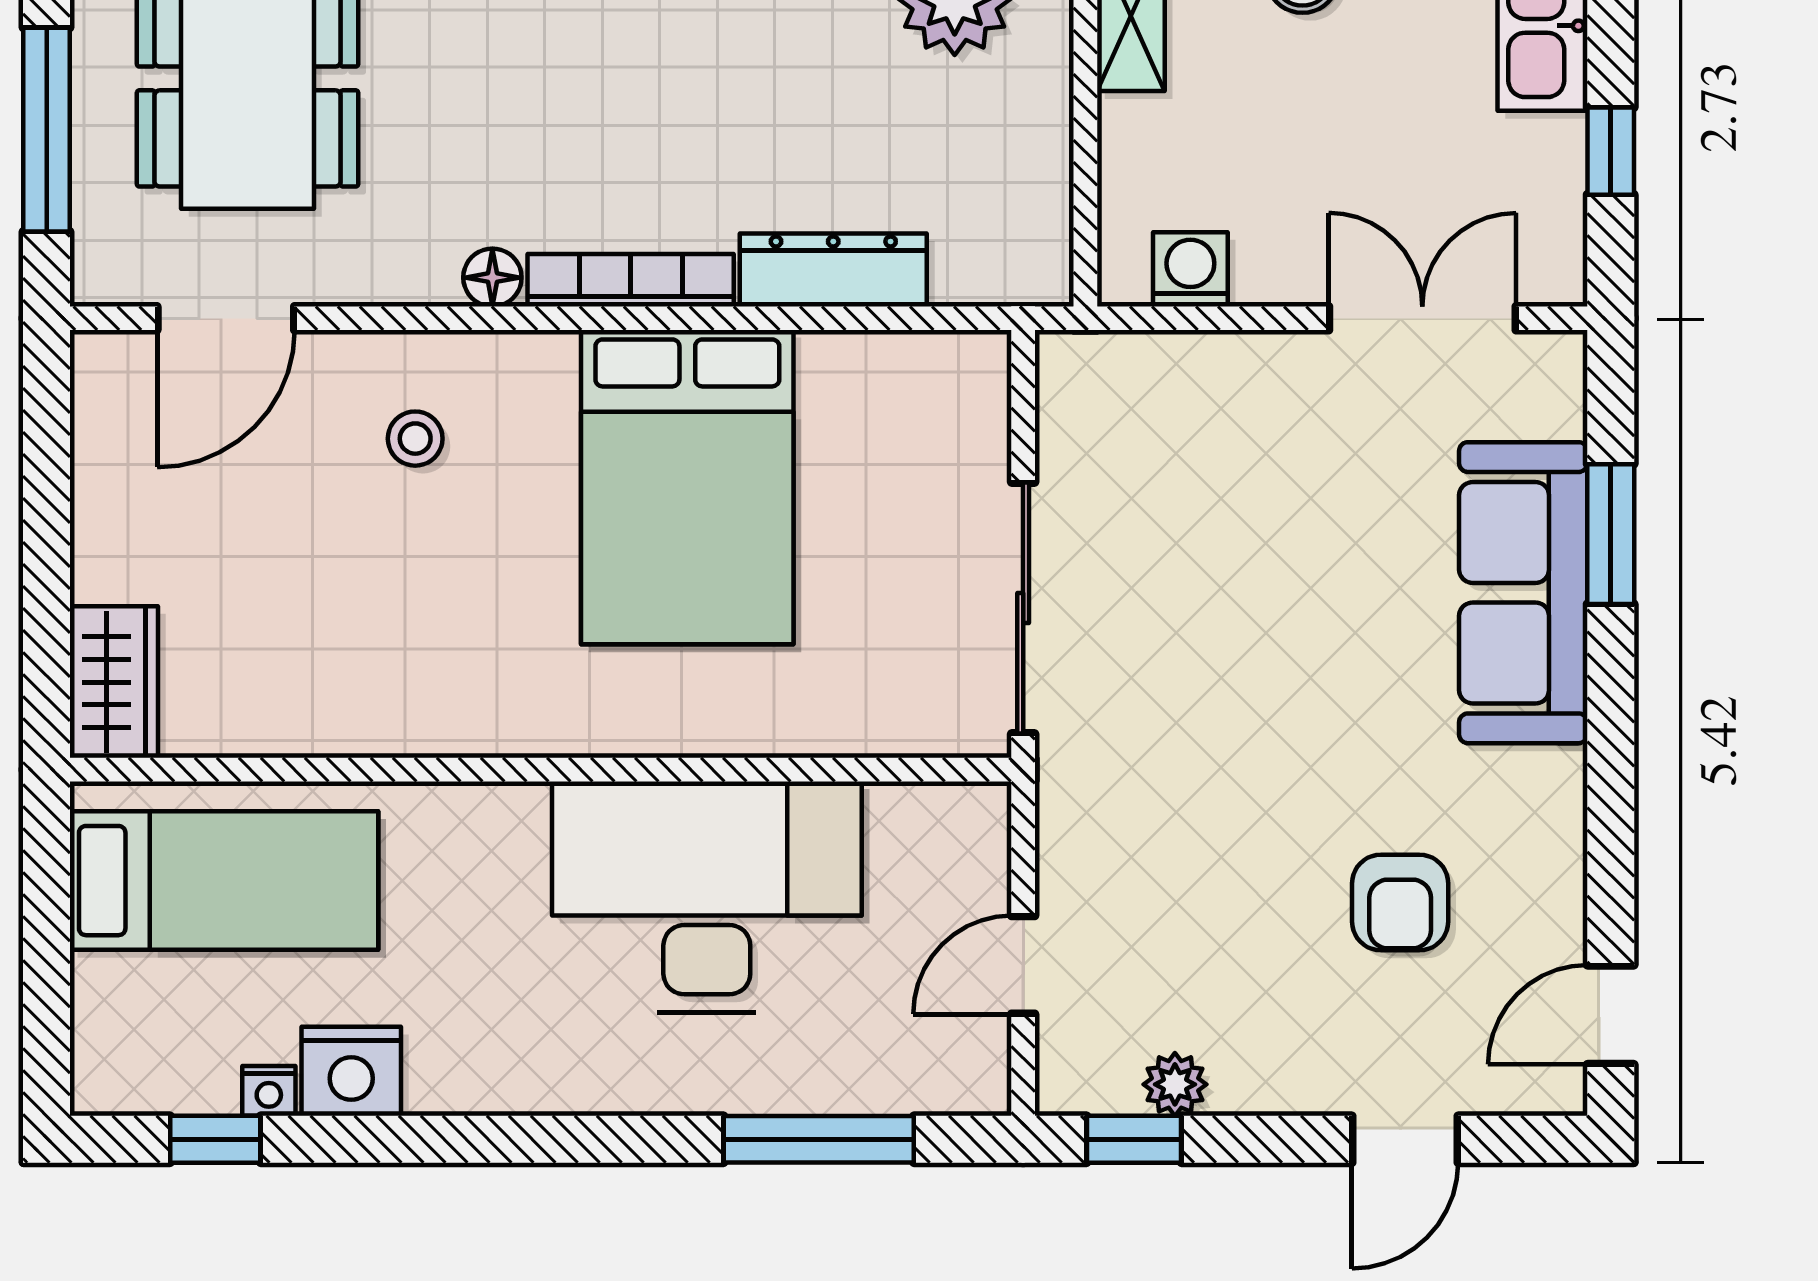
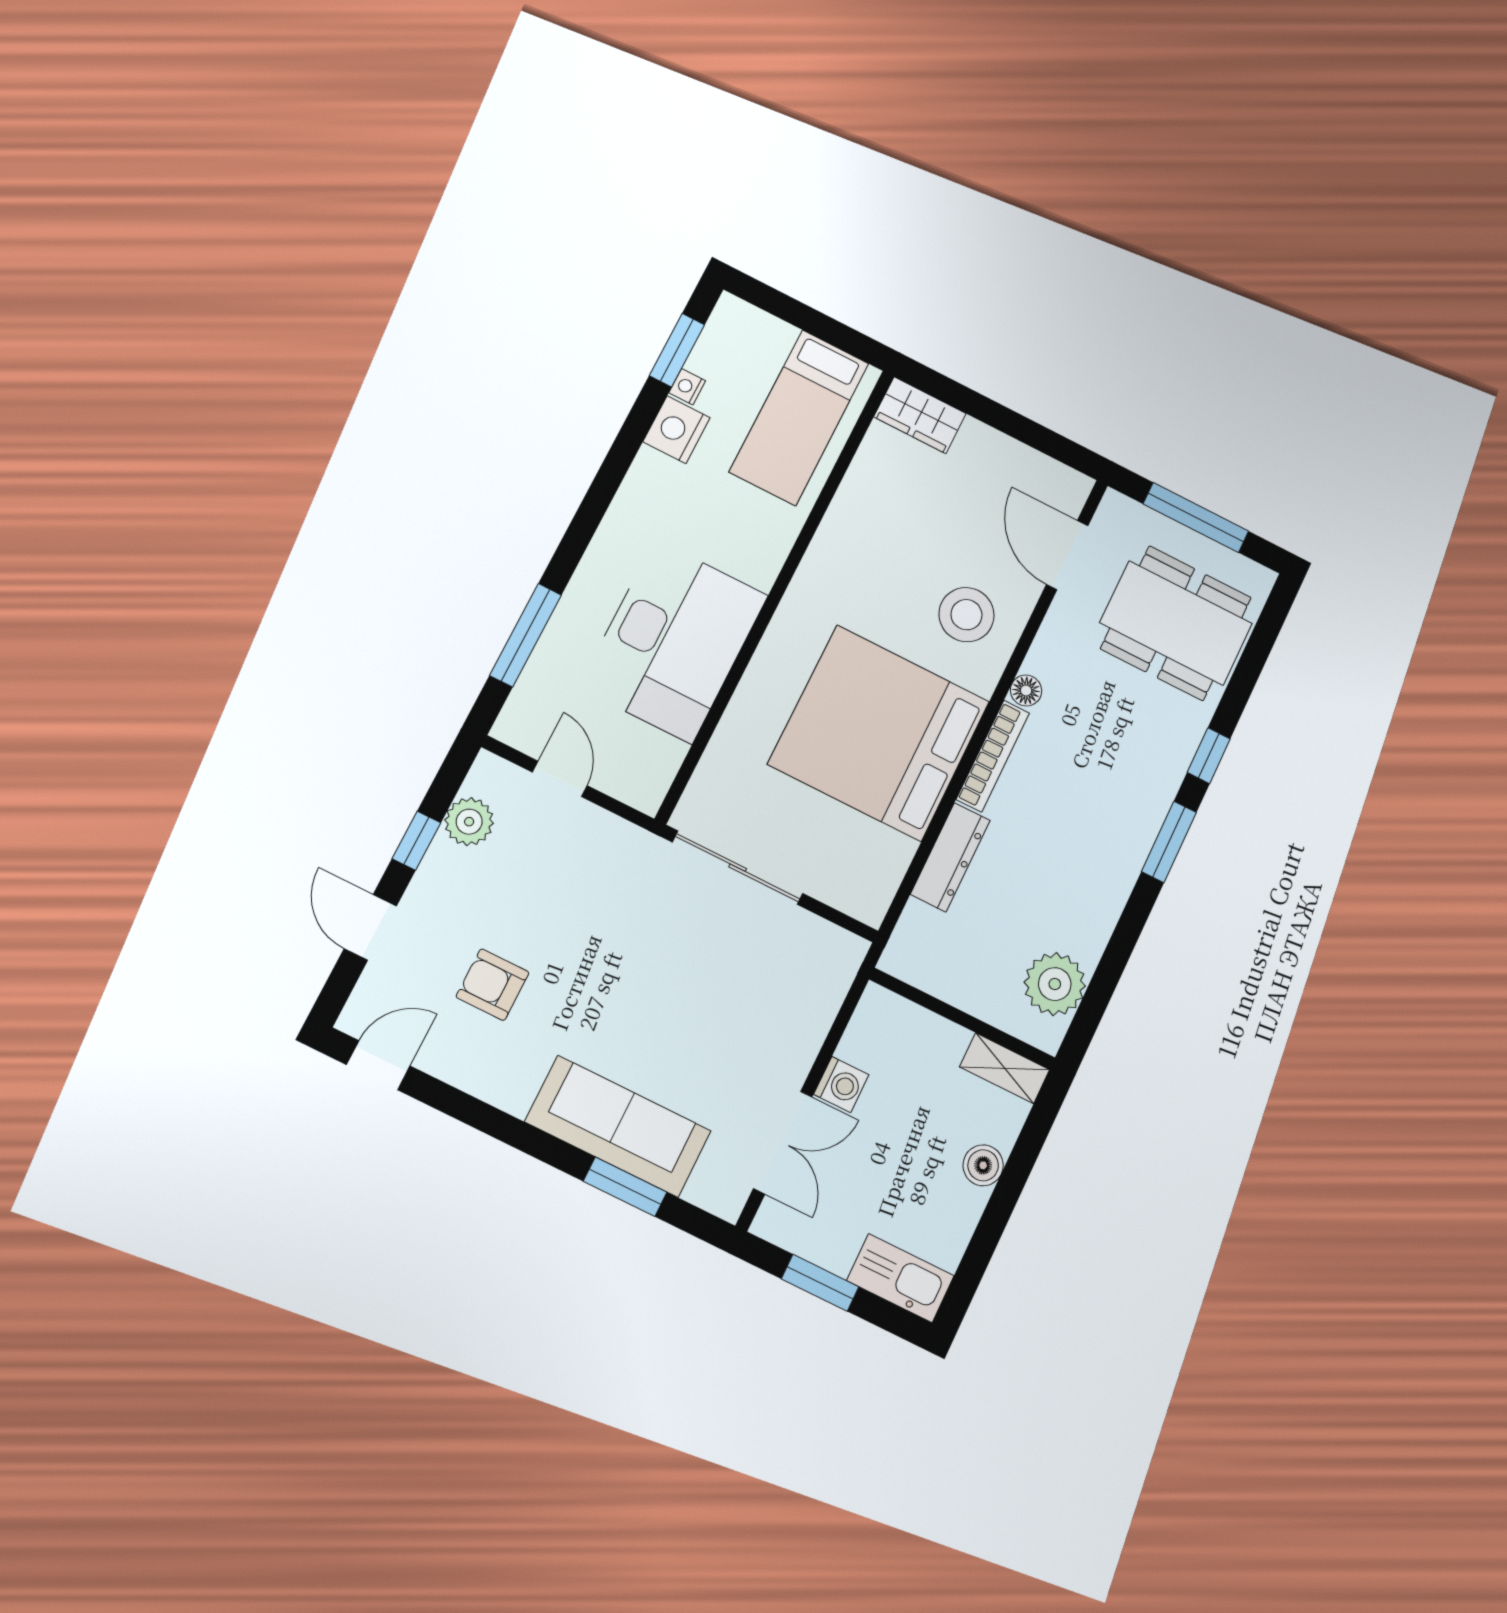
window: (1611, 151) -> (820, 1283), width x1.50
washing machine: (1190, 269) -> (841, 1085), moved
stool: (415, 439) -> (966, 615), width x1.89, depth x1.89
bed: (687, 487) -> (879, 733), width x1.36
door: (1611, 1015) -> (378, 1065), hinge flipped
plant: (1175, 1084) -> (469, 822), width x1.38, depth x1.38
window: (215, 1139) -> (677, 350), width x1.50
window: (1134, 1139) -> (416, 841), moved

